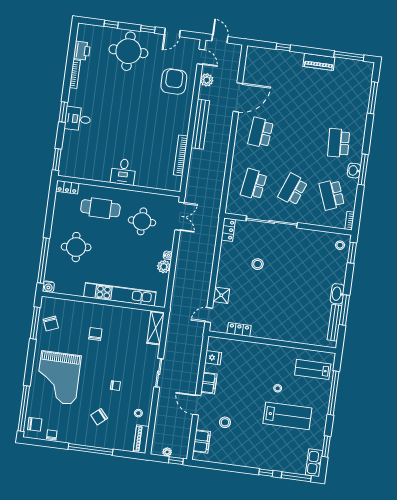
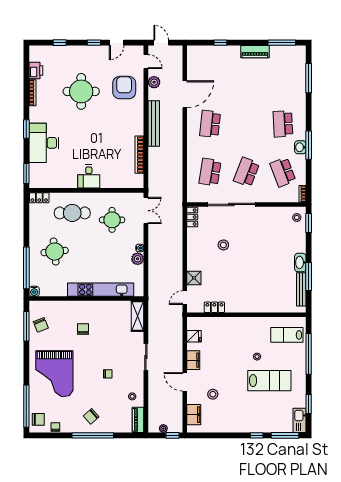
round table: (128, 51) -> (81, 91), moved
desk: (78, 119) -> (44, 143), width x1.87, depth x1.30
chair: (99, 417) -> (91, 416), moved

